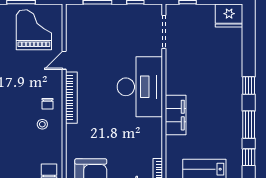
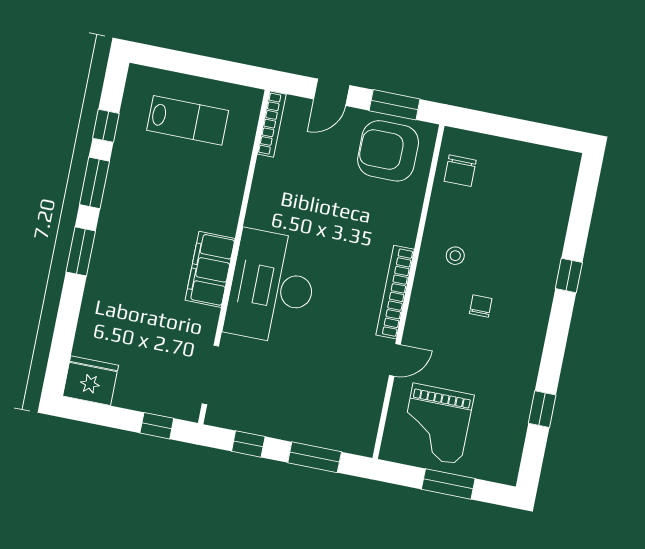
window: (249, 85) -> (81, 251), width x1.50
chair: (48, 104) -> (481, 306), moved
filing cabinet: (176, 115) -> (210, 269), moved

